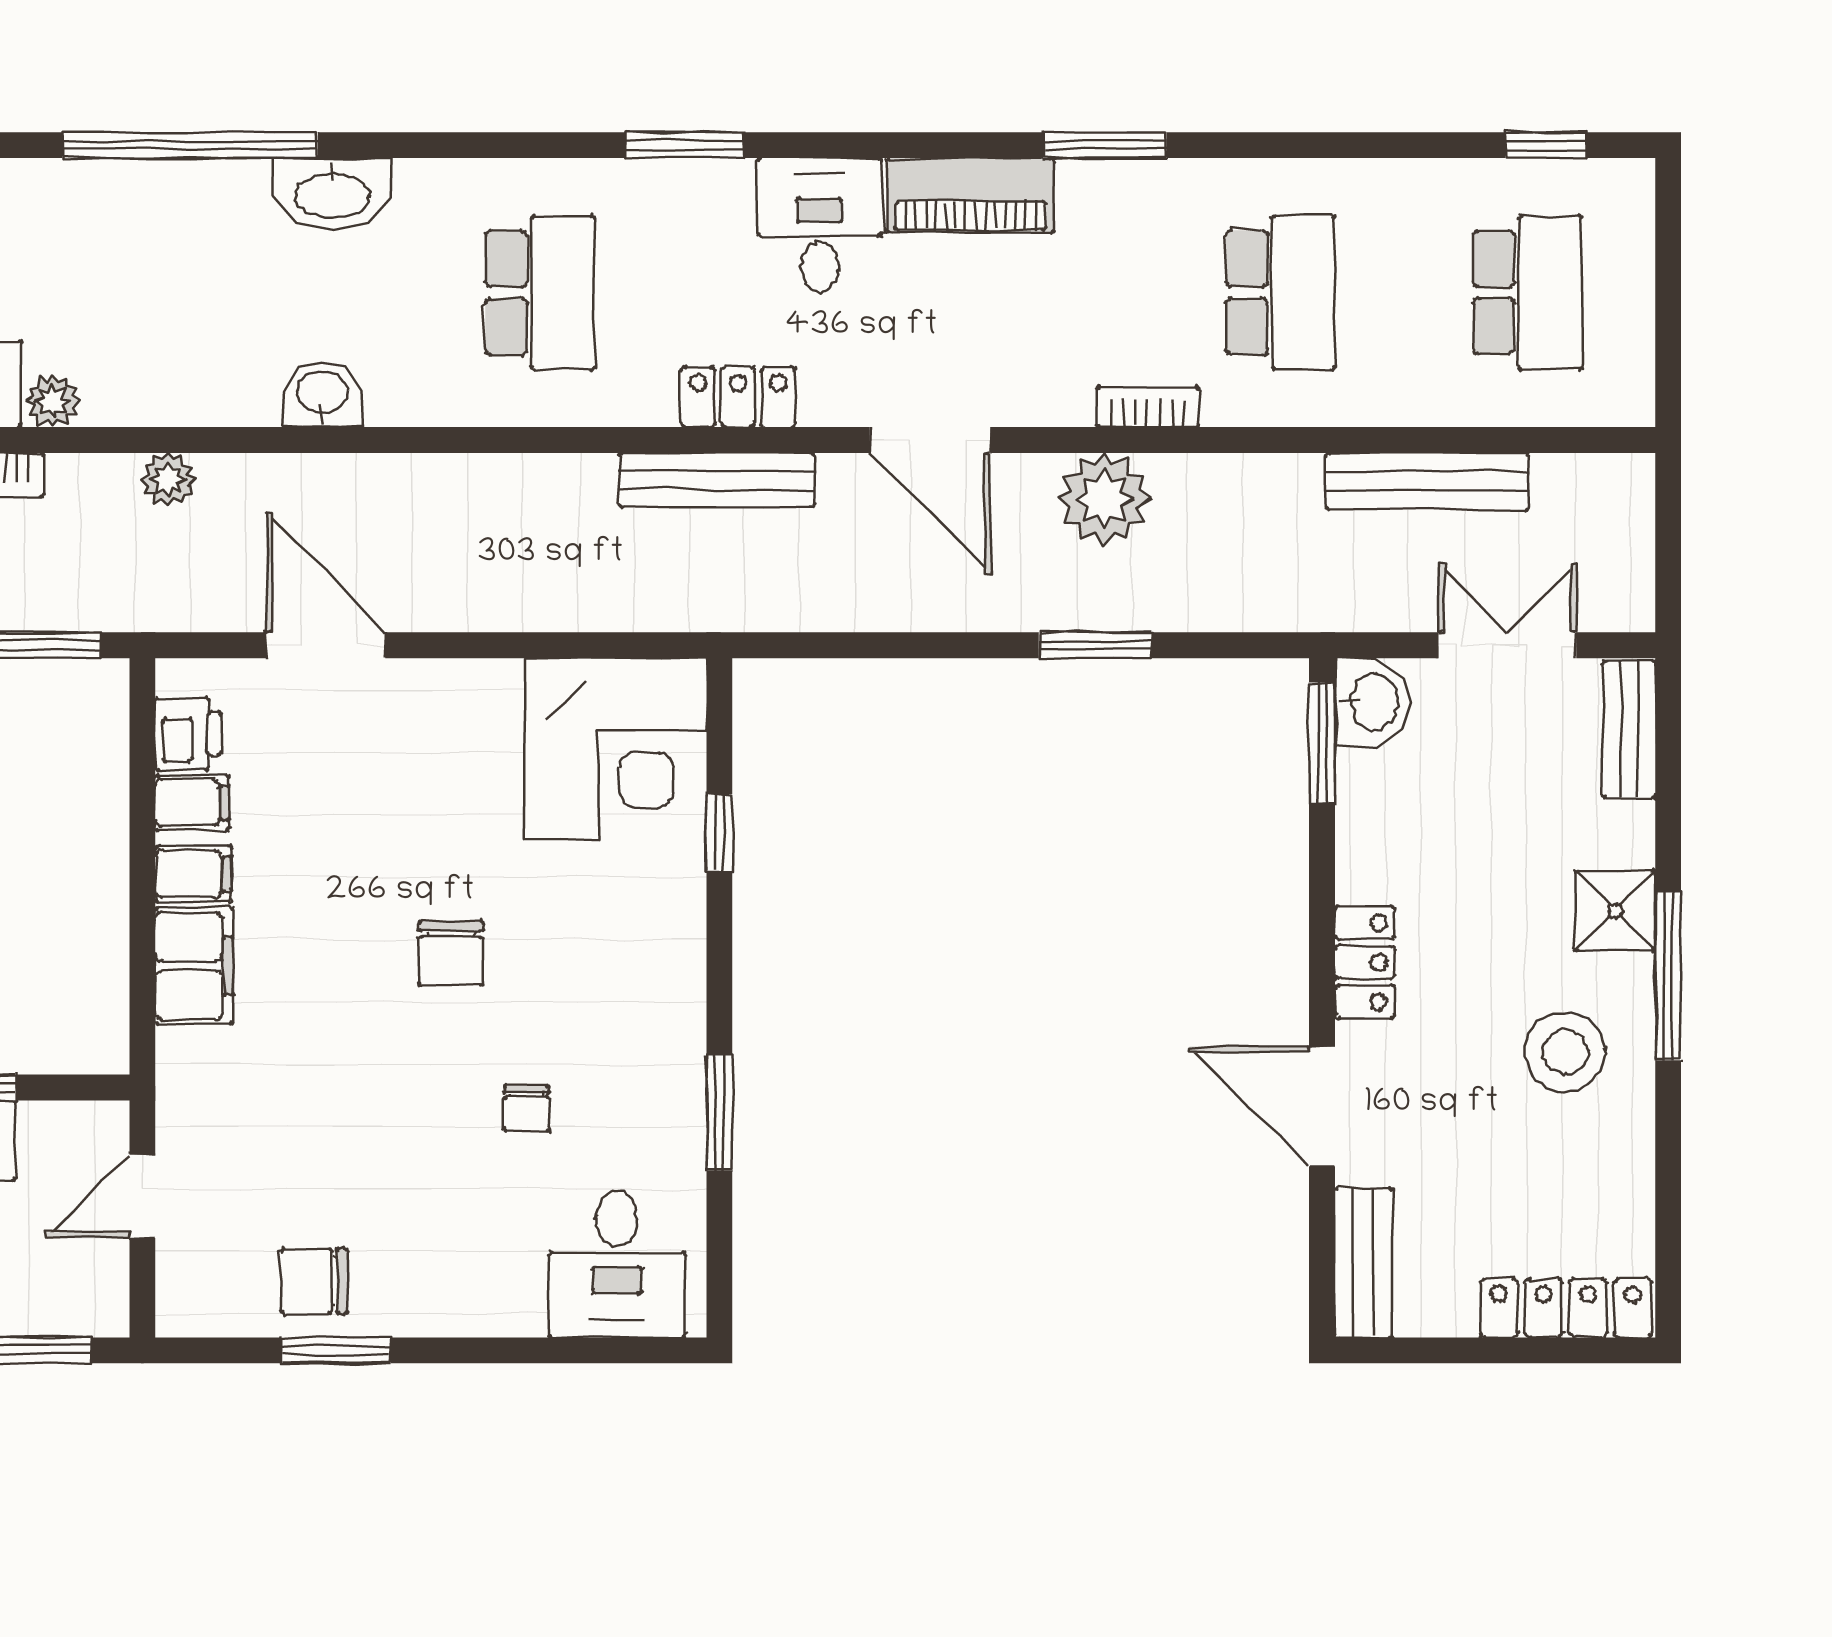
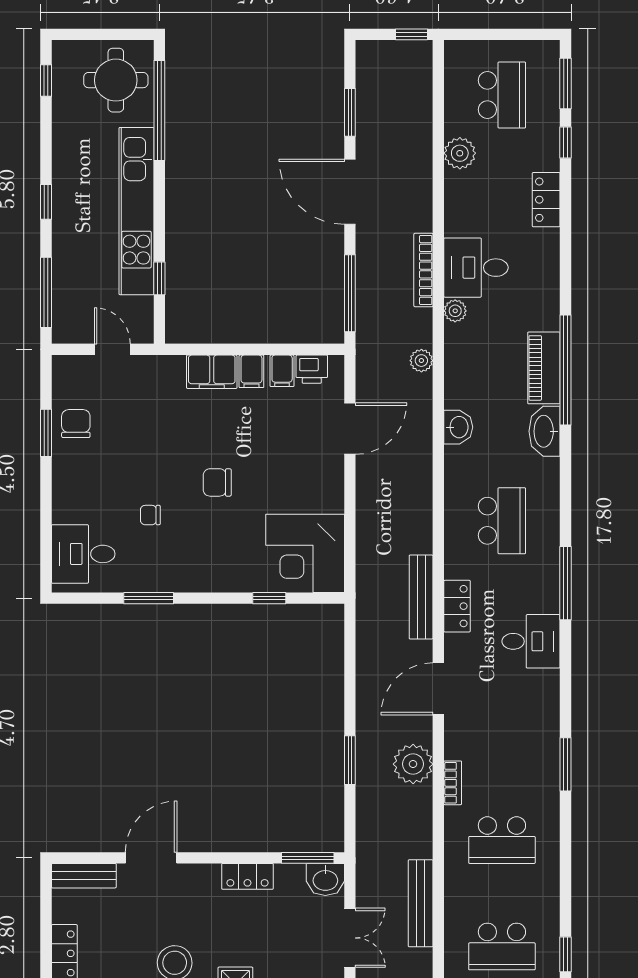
window: (685, 145) -> (565, 583), width x1.44
piano: (971, 195) -> (544, 368), moved
school desk: (540, 293) -> (502, 521), turned -90
locker: (1365, 962) -> (247, 876), moved

